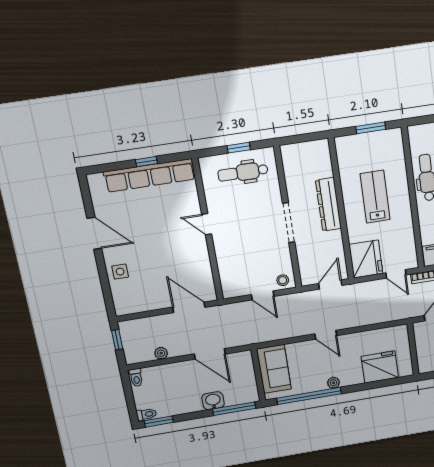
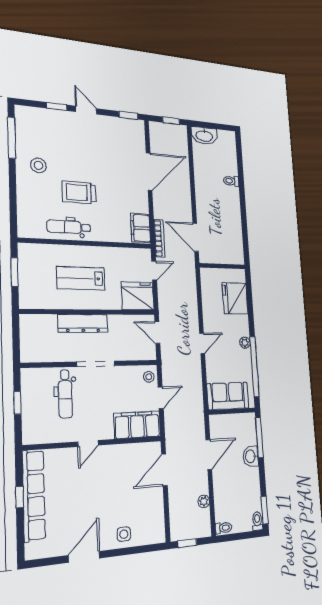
dental chair: (243, 172) -> (65, 394), moved
filing cabinet: (232, 273) -> (137, 425), added

